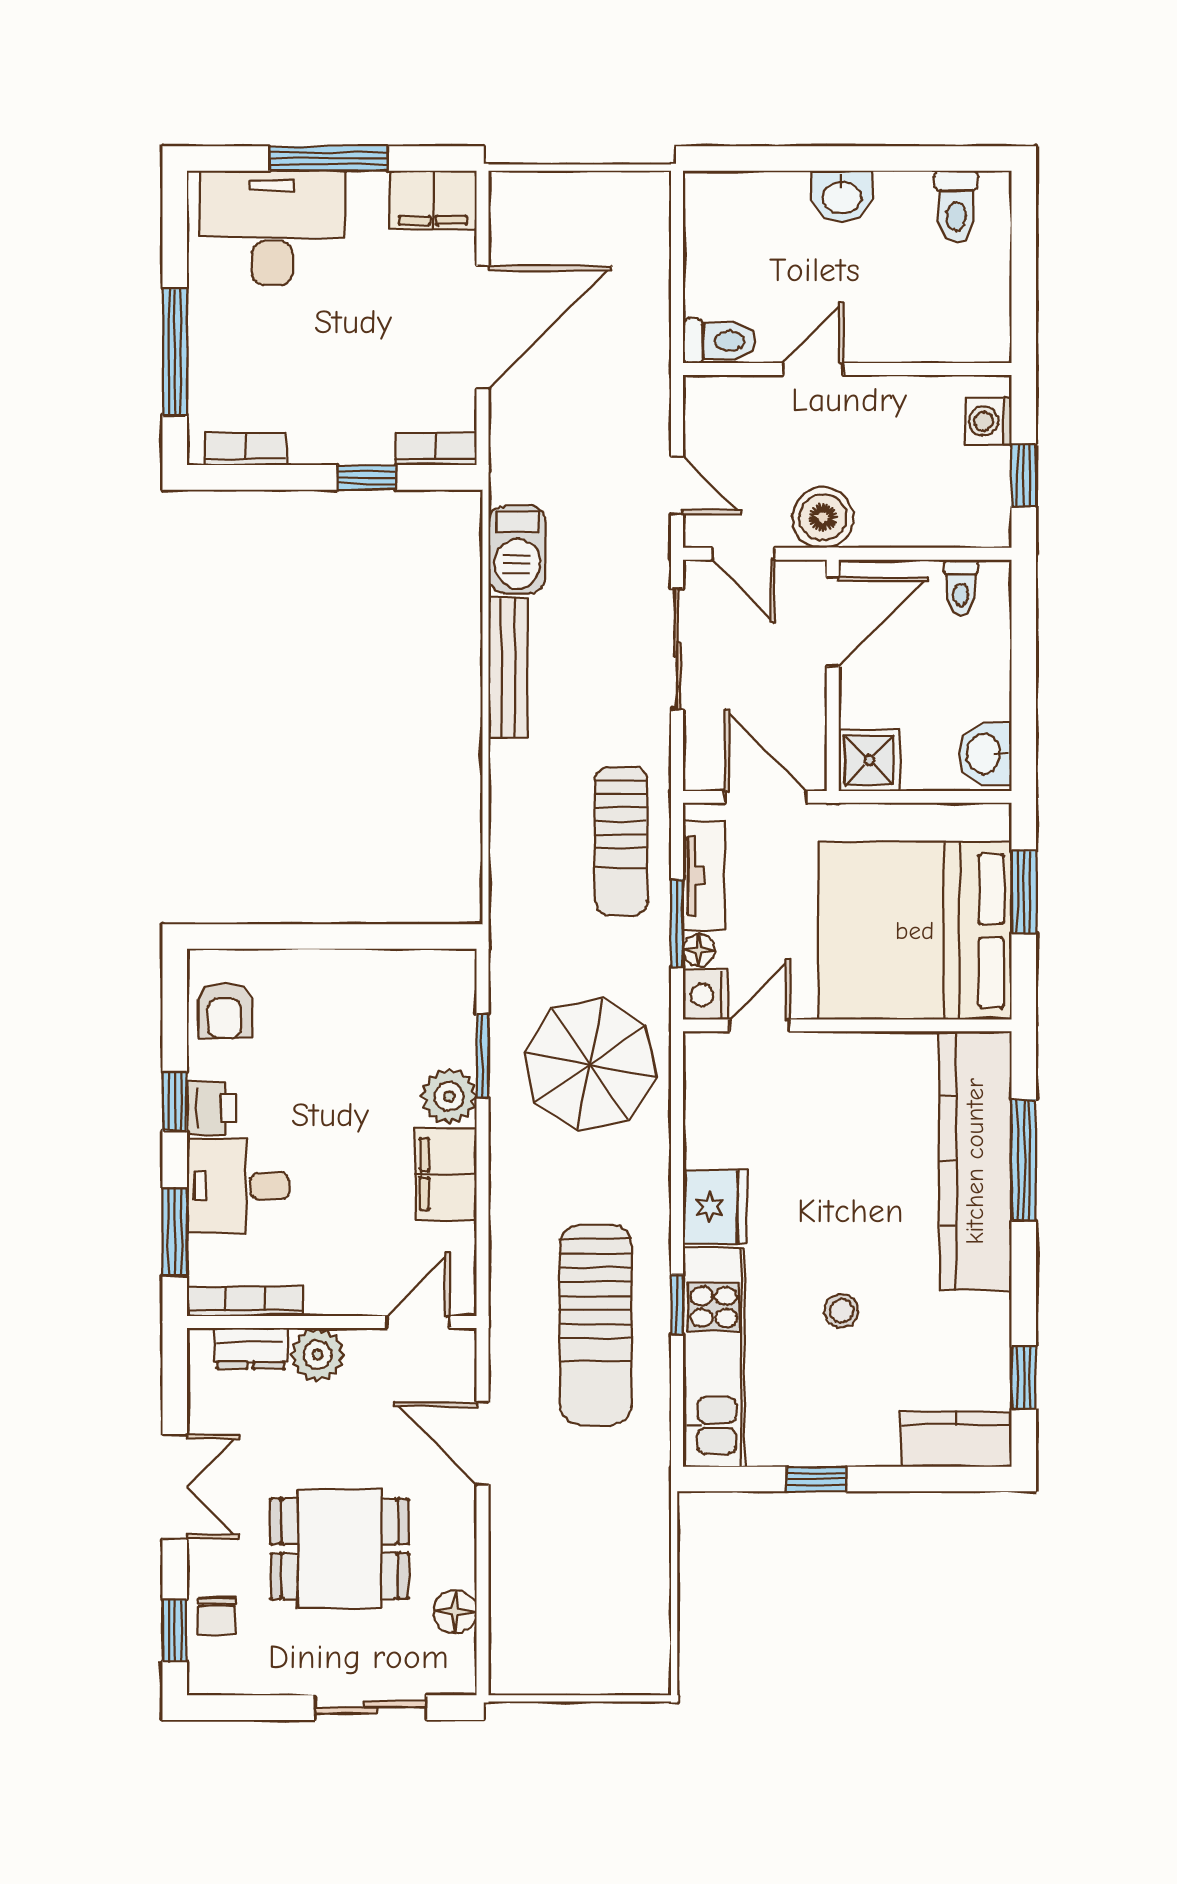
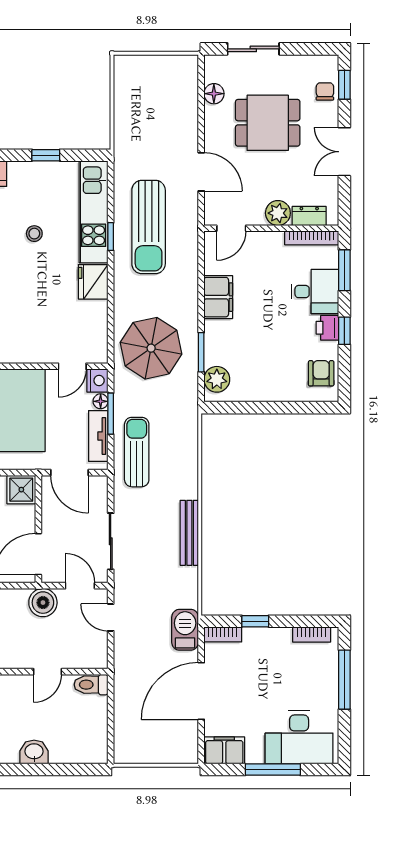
barbecue: (517, 550) -> (185, 630), moved
plant: (449, 1096) -> (217, 379), moved
sun lounger: (596, 1325) -> (149, 227), turned 180

